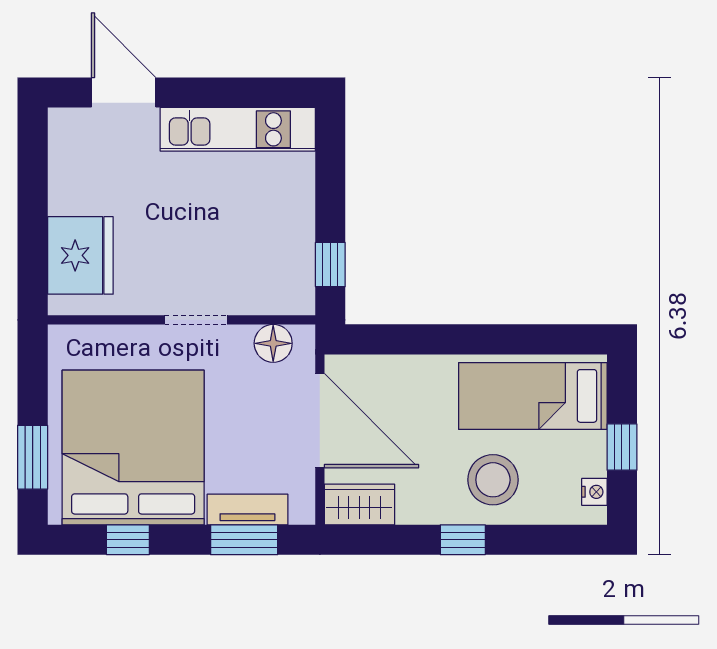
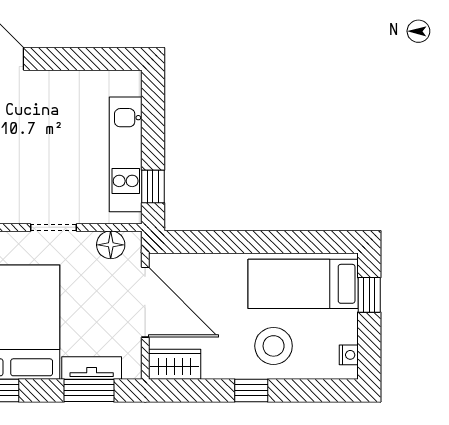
kitchen unit: (238, 129) -> (126, 154), moved, turned 90
window: (622, 447) -> (369, 295), moved

